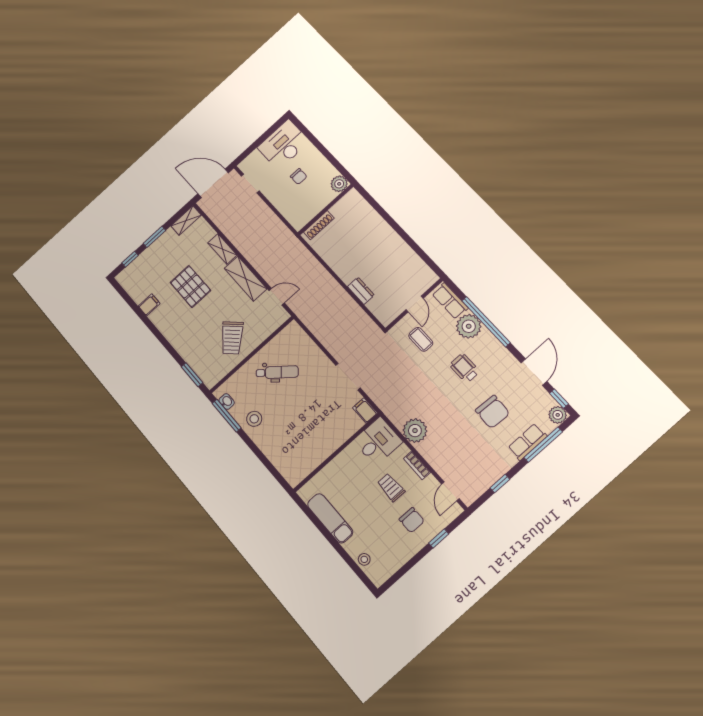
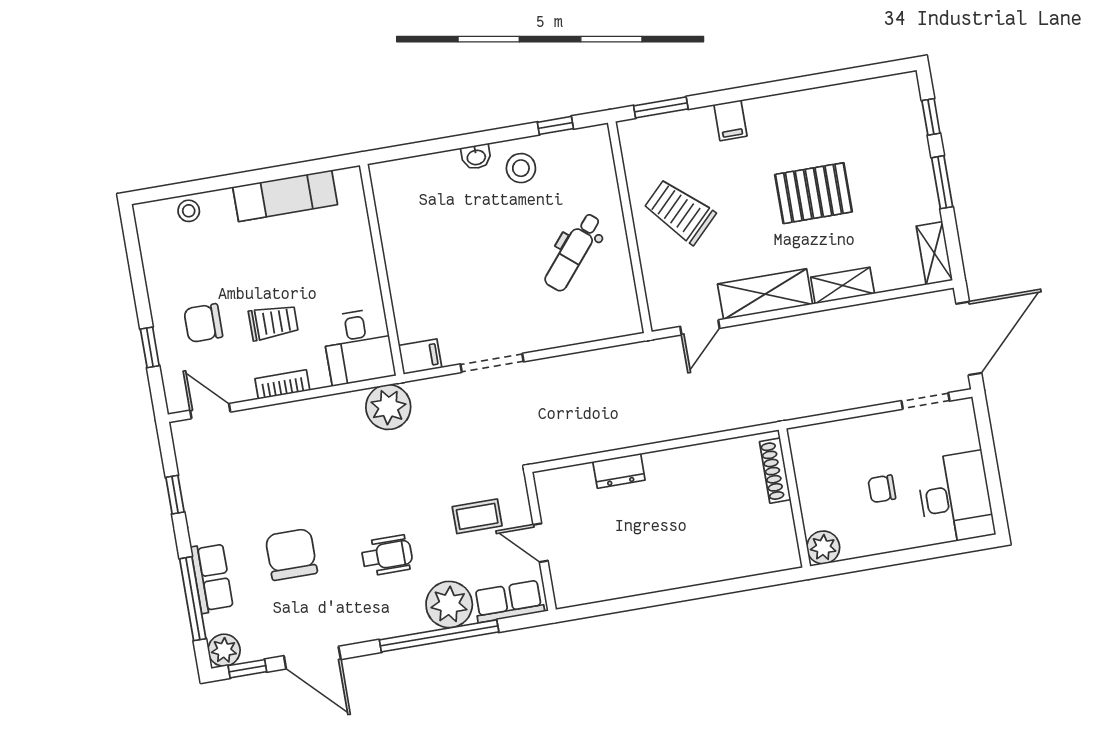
filing cabinet: (149, 305) -> (730, 120), moved
washbasin: (227, 402) -> (476, 157), moved
chair: (493, 412) -> (291, 554), turned 87
window: (227, 416) -> (555, 125), width x0.46
plant: (415, 431) -> (388, 407), moved

